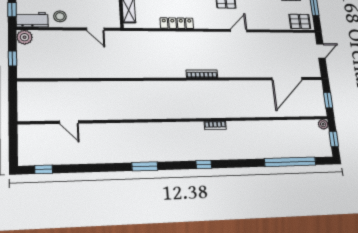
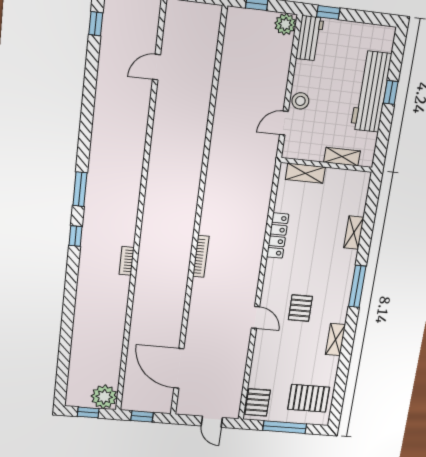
stool: (60, 16) -> (300, 101), moved
plant: (323, 124) -> (104, 397), width x1.88, depth x1.88
window: (290, 162) -> (65, 349), removed
window: (145, 166) -> (80, 189), moved

